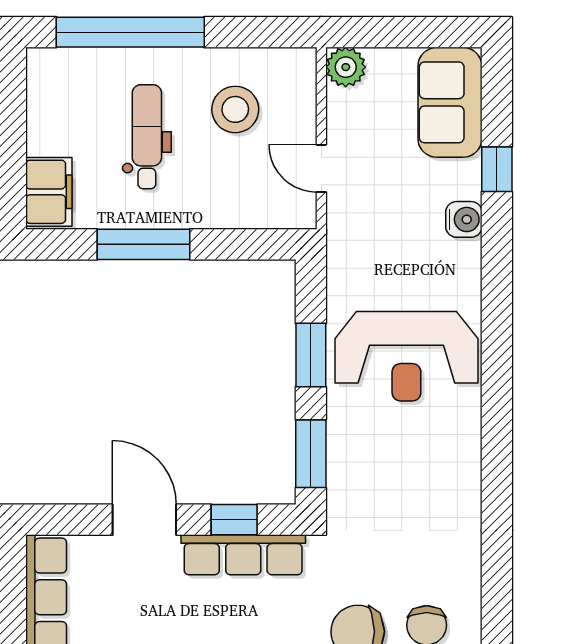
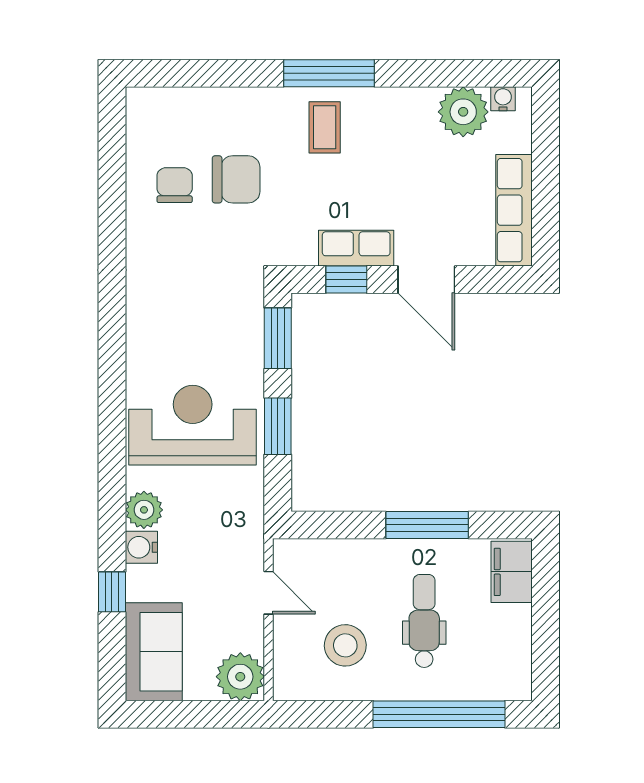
plant: (346, 67) -> (240, 677), width x1.36, depth x1.36
dental chair: (147, 137) -> (424, 621), turned 180
plant: (461, 261) -> (144, 510), added
row of seats: (243, 555) -> (356, 248), width x0.68

